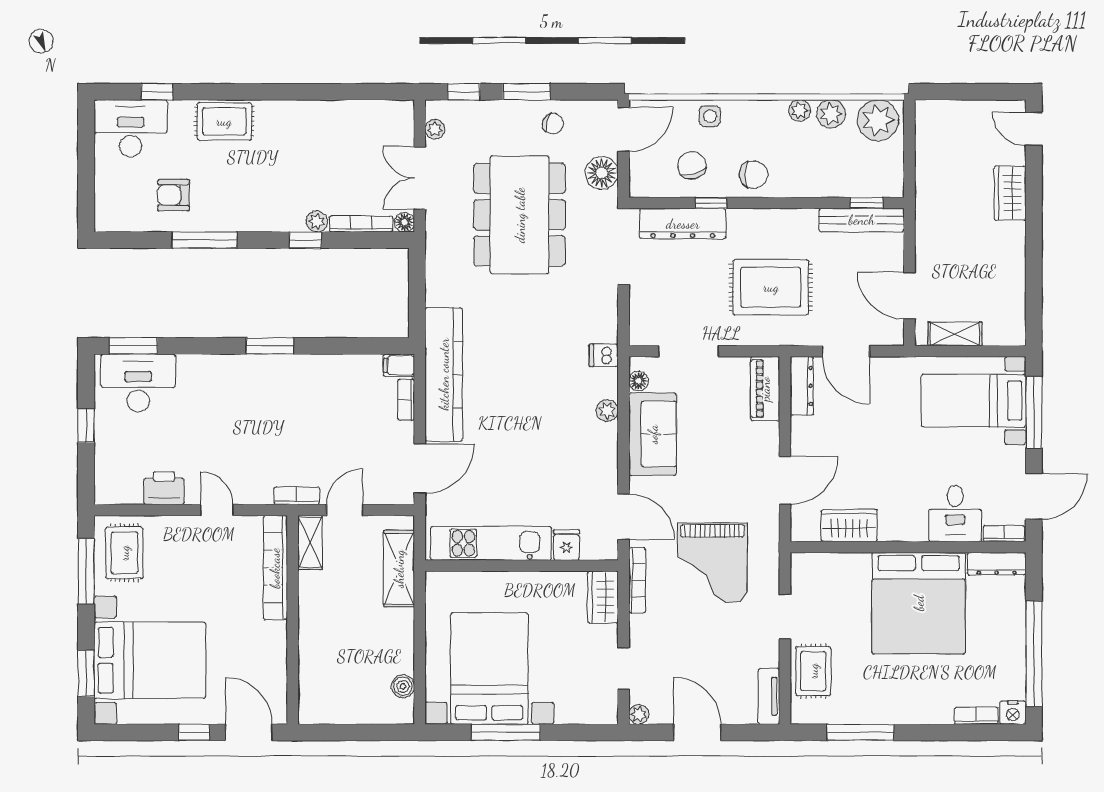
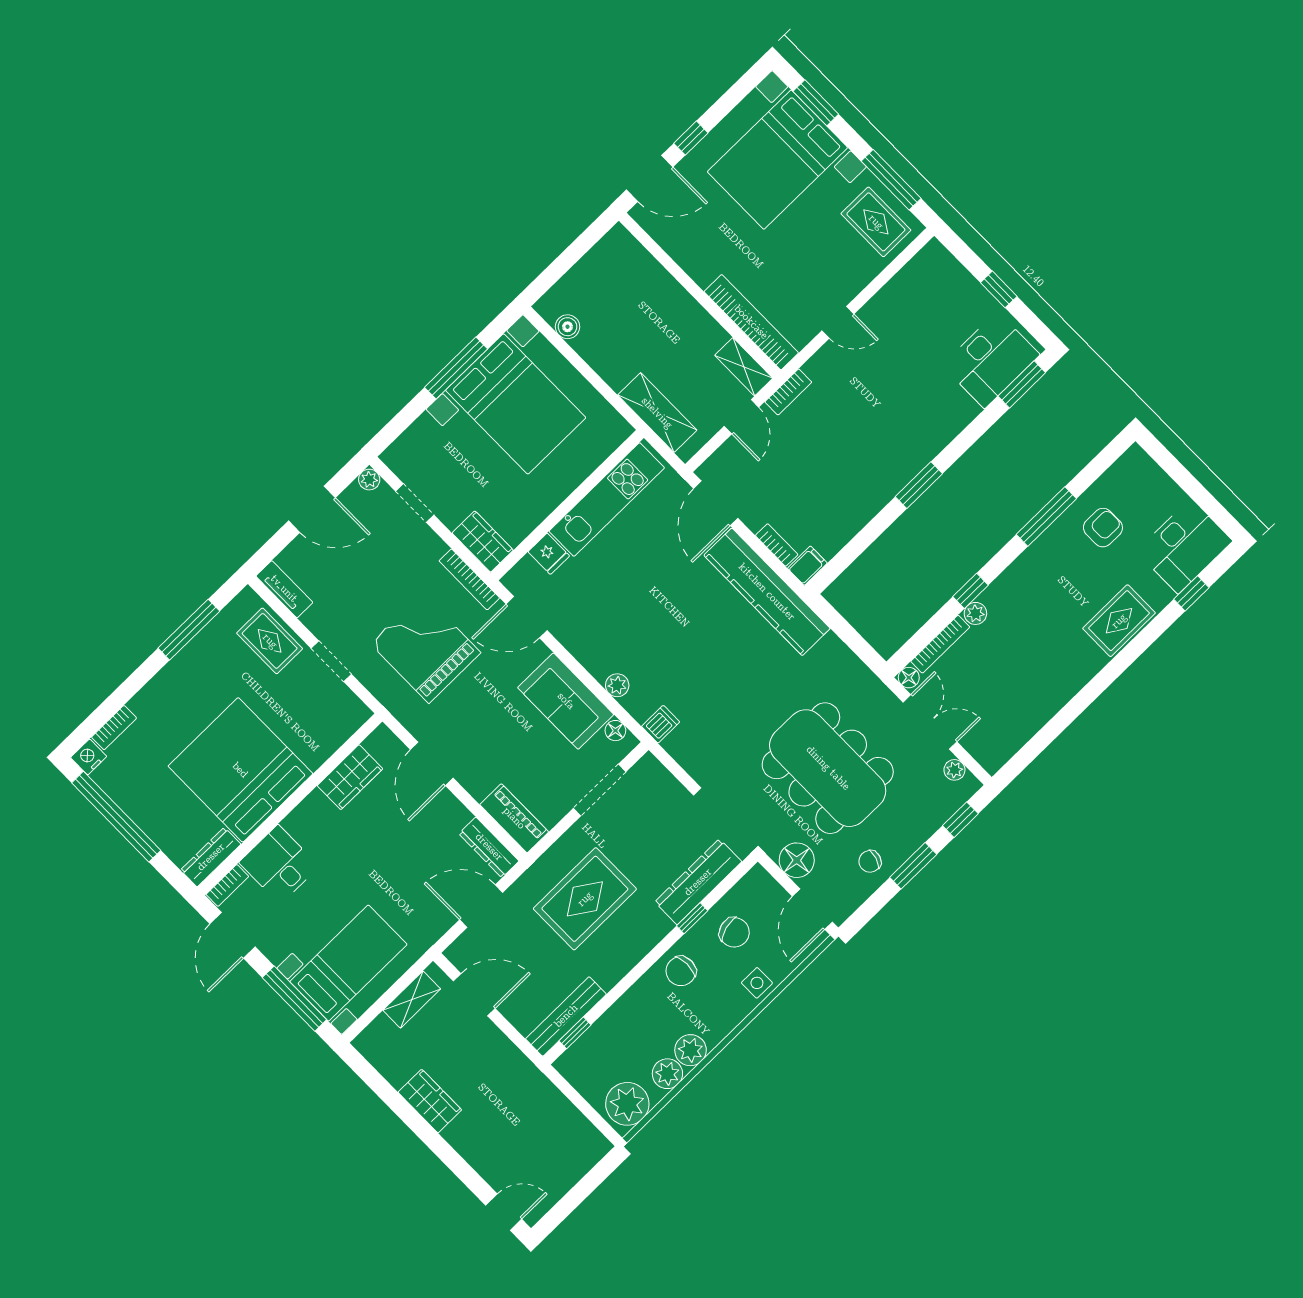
plant: (800, 111) -> (691, 1050), width x1.38, depth x1.38
wardrobe: (1010, 193) -> (430, 1101), moved
printer: (164, 488) -> (894, 300), removed

